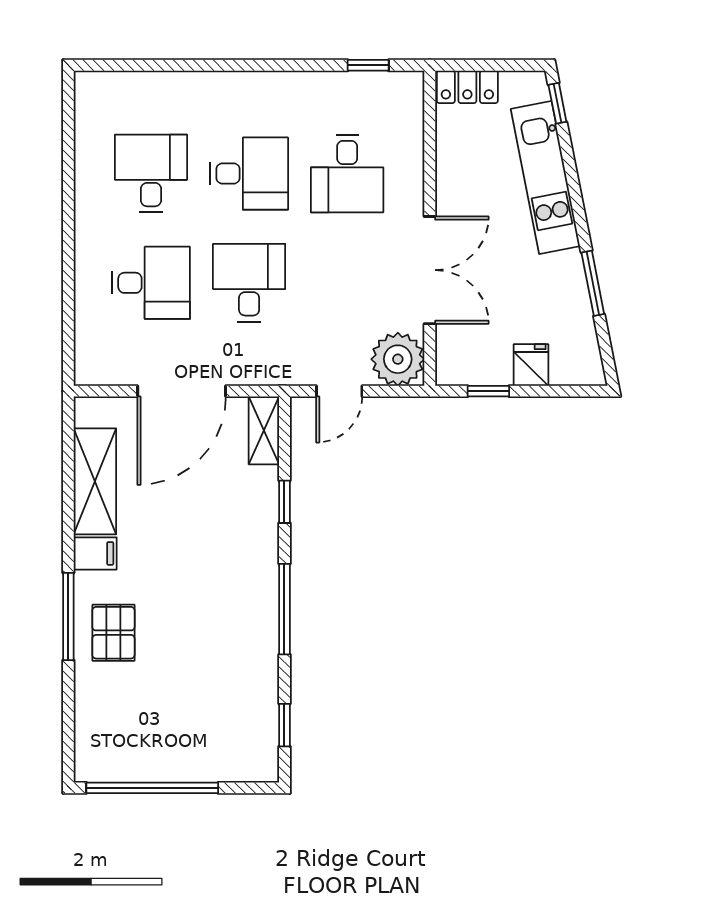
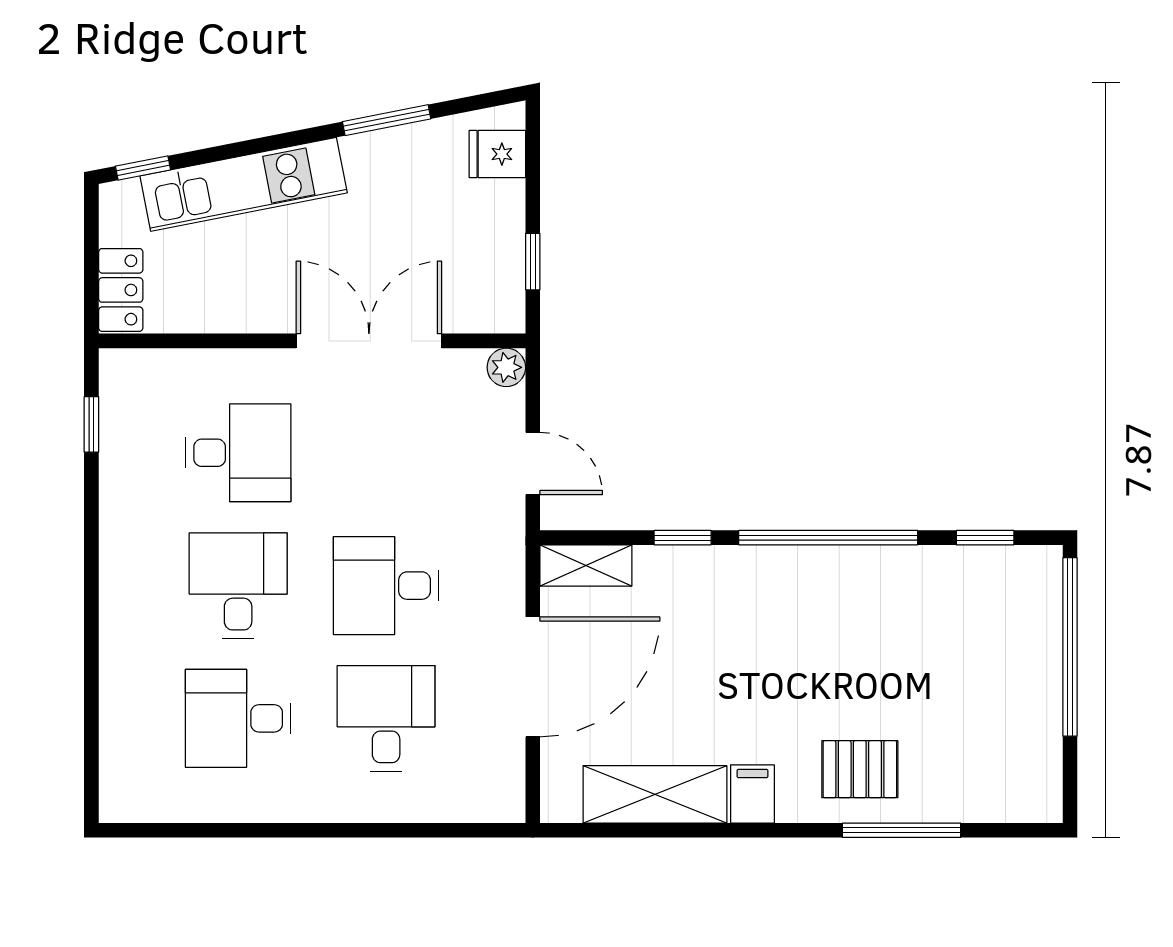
plant: (398, 359) -> (506, 367), width x0.53, depth x0.53
fridge: (531, 365) -> (497, 154), moved
door: (182, 391) -> (533, 677), hinge flipped
window: (284, 609) -> (828, 538), width x1.46
window: (68, 616) -> (902, 830), moved
window: (152, 788) -> (1070, 647), moved

